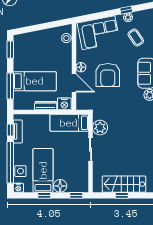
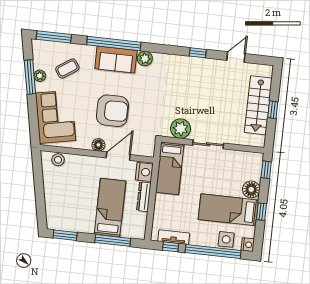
window: (126, 10) -> (30, 77), width x2.17

